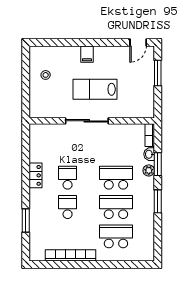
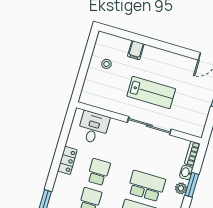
filing cabinet: (87, 54) -> (136, 50), moved
lab bench: (95, 89) -> (151, 92), turned 180
sliding door: (87, 121) -> (149, 126), moved
desk: (51, 138) -> (93, 128), added

